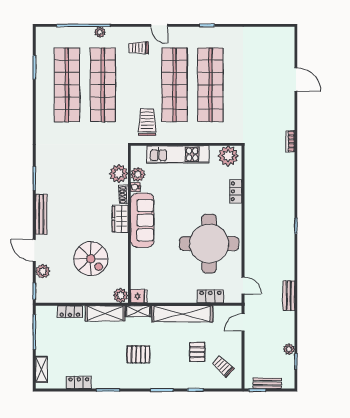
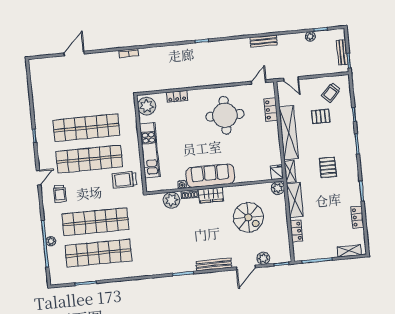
plant: (100, 32) -> (51, 241), moved
plant: (138, 174) -> (171, 183), removed
round table: (209, 244) -> (225, 115), width x0.73, depth x0.73
spiral stairs: (91, 259) -> (248, 217), turned 90

